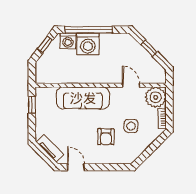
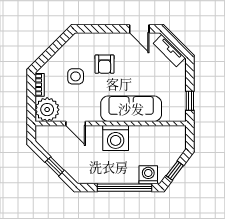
washing machine: (88, 44) -> (116, 138), moved, turned 180
armchair: (106, 137) -> (105, 64), turned 180

